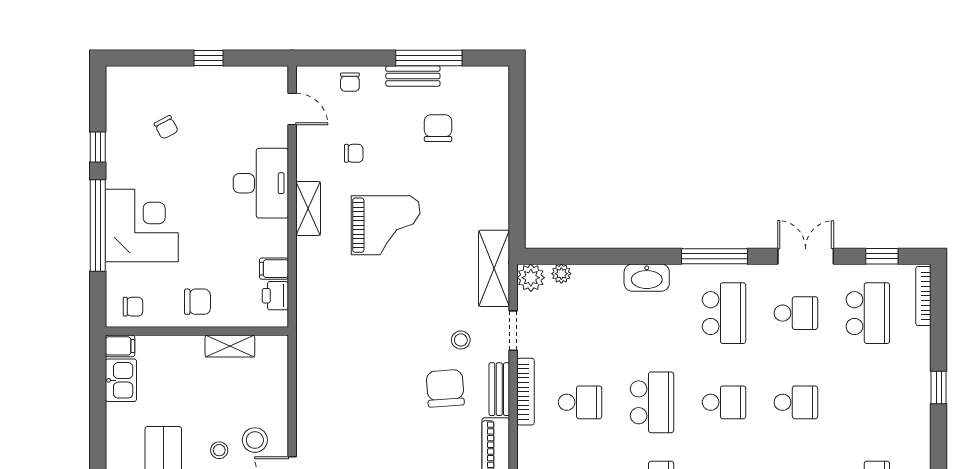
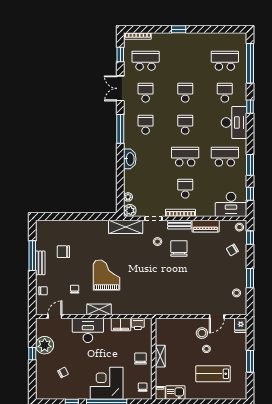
plant: (228, 86) -> (45, 345), added
filing cabinet: (274, 269) -> (121, 325), width x2.00
school desk: (724, 313) -> (146, 125), width x0.54
shelving: (230, 346) -> (160, 356), moved
chair: (445, 388) -> (179, 248), turned 94

